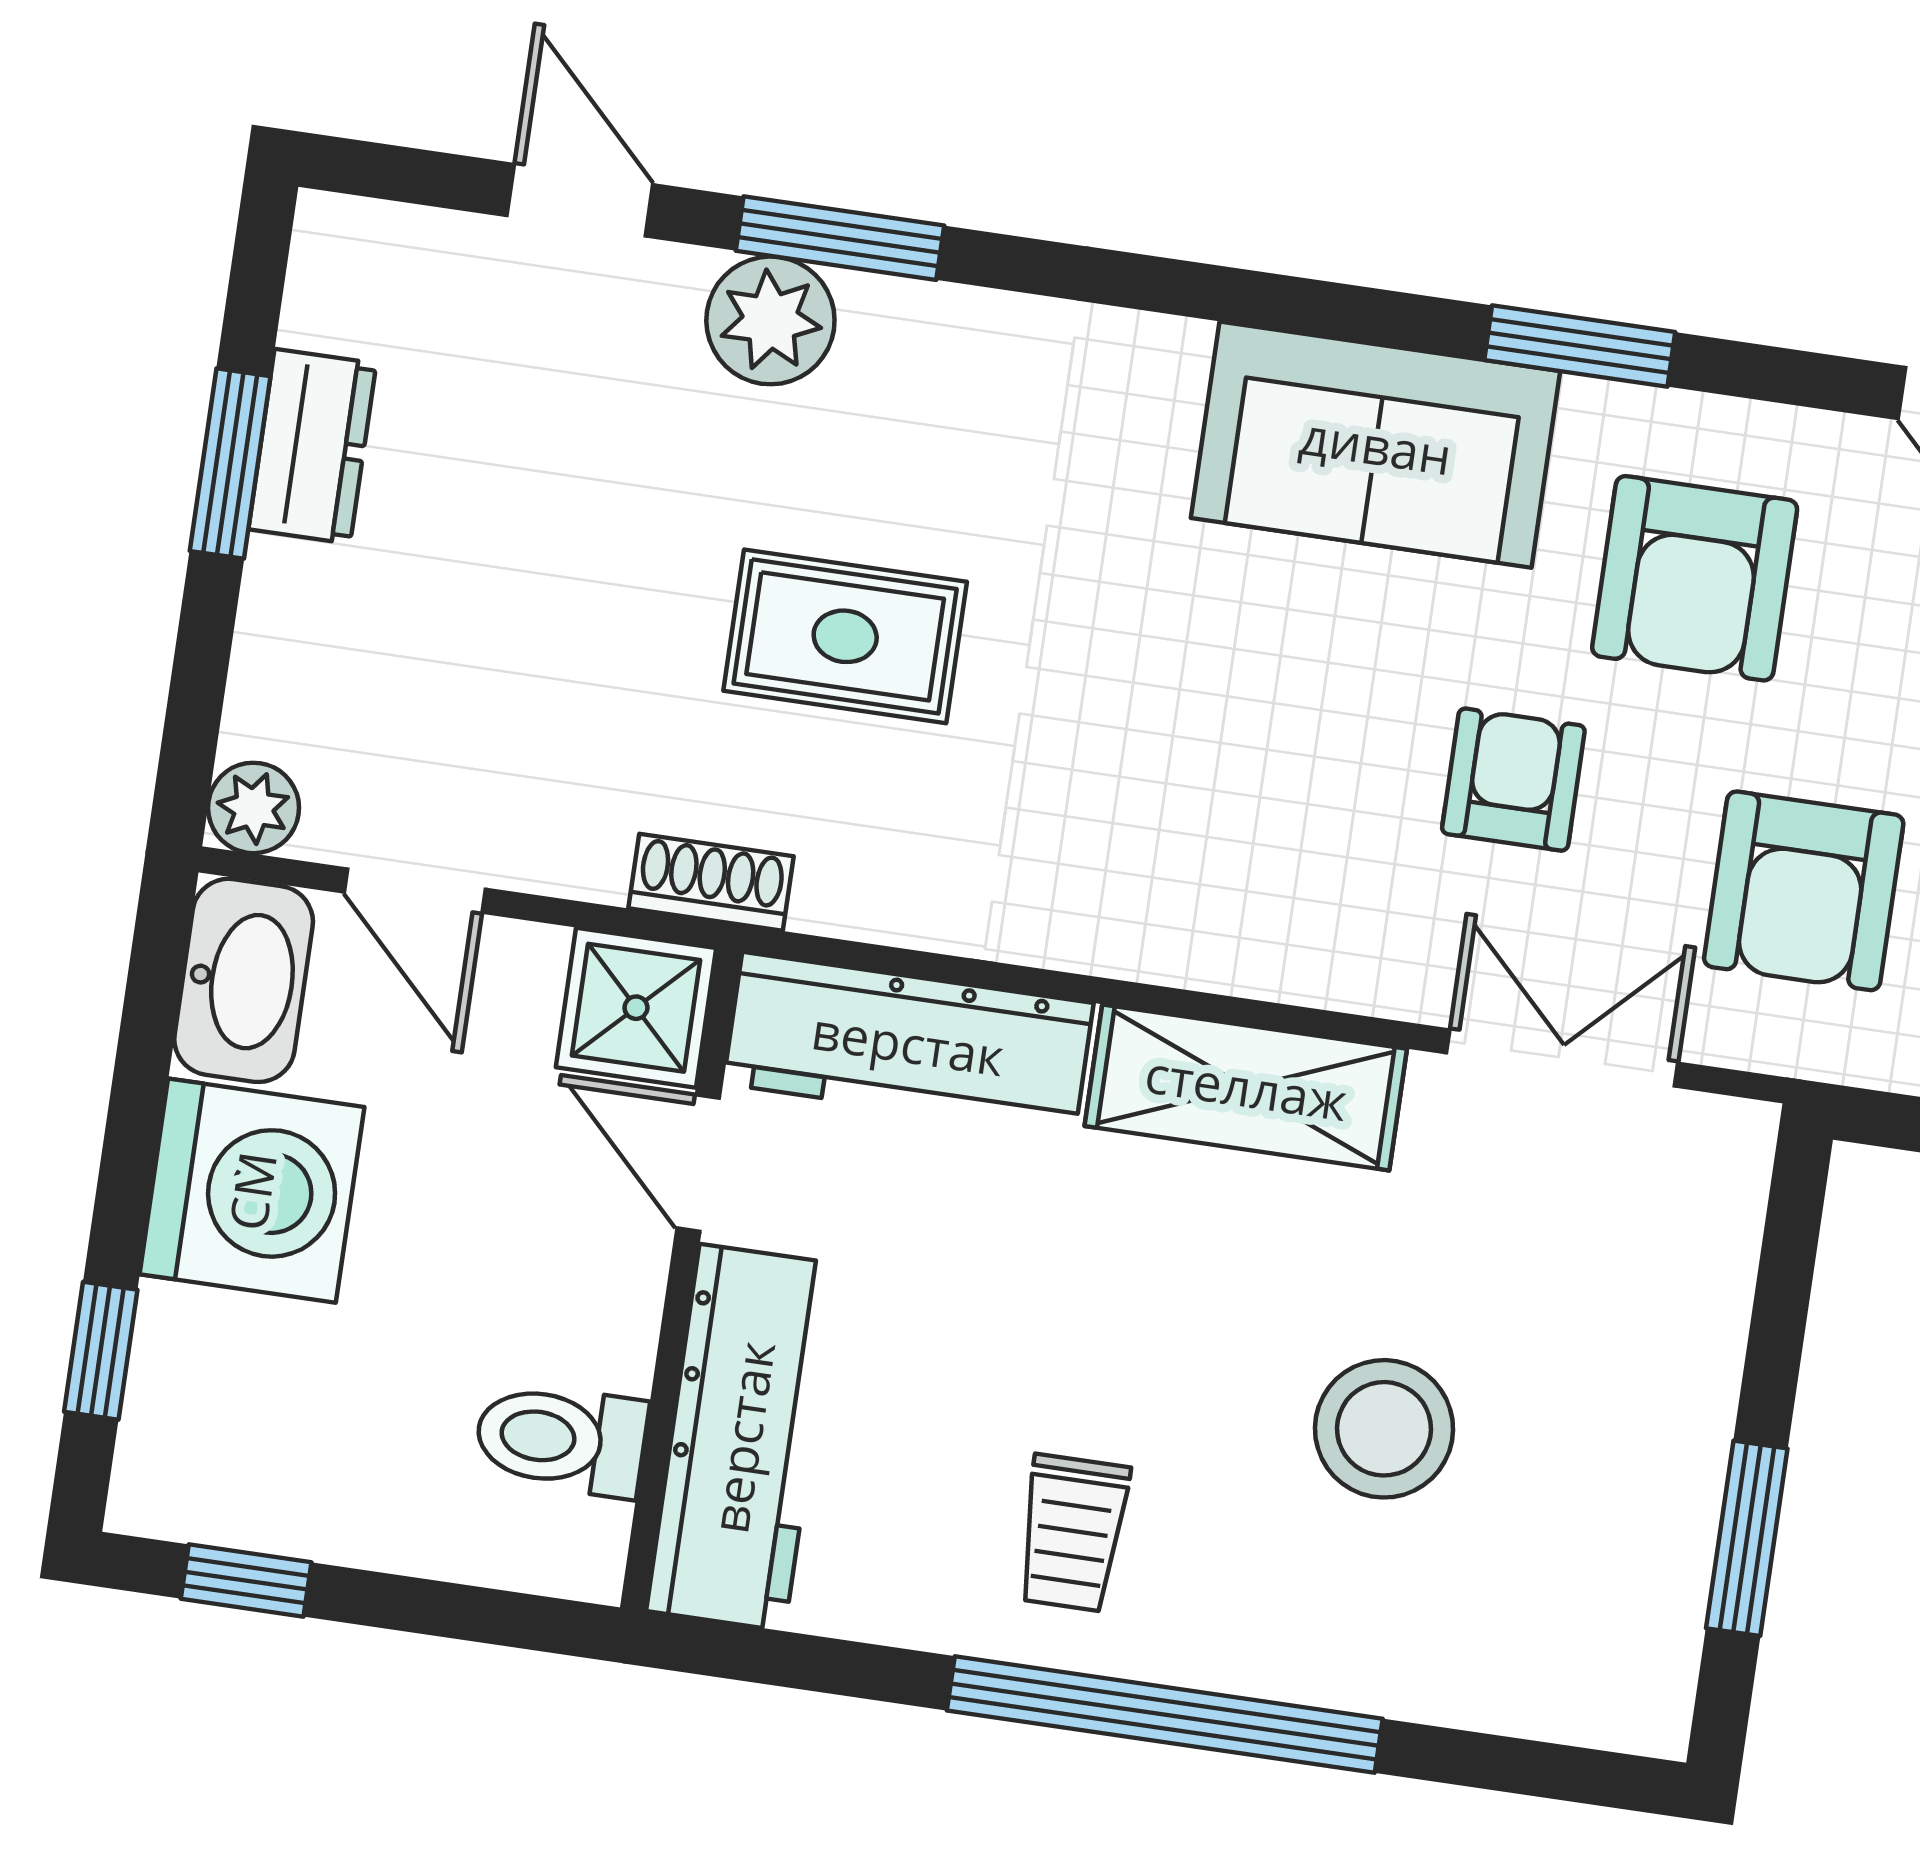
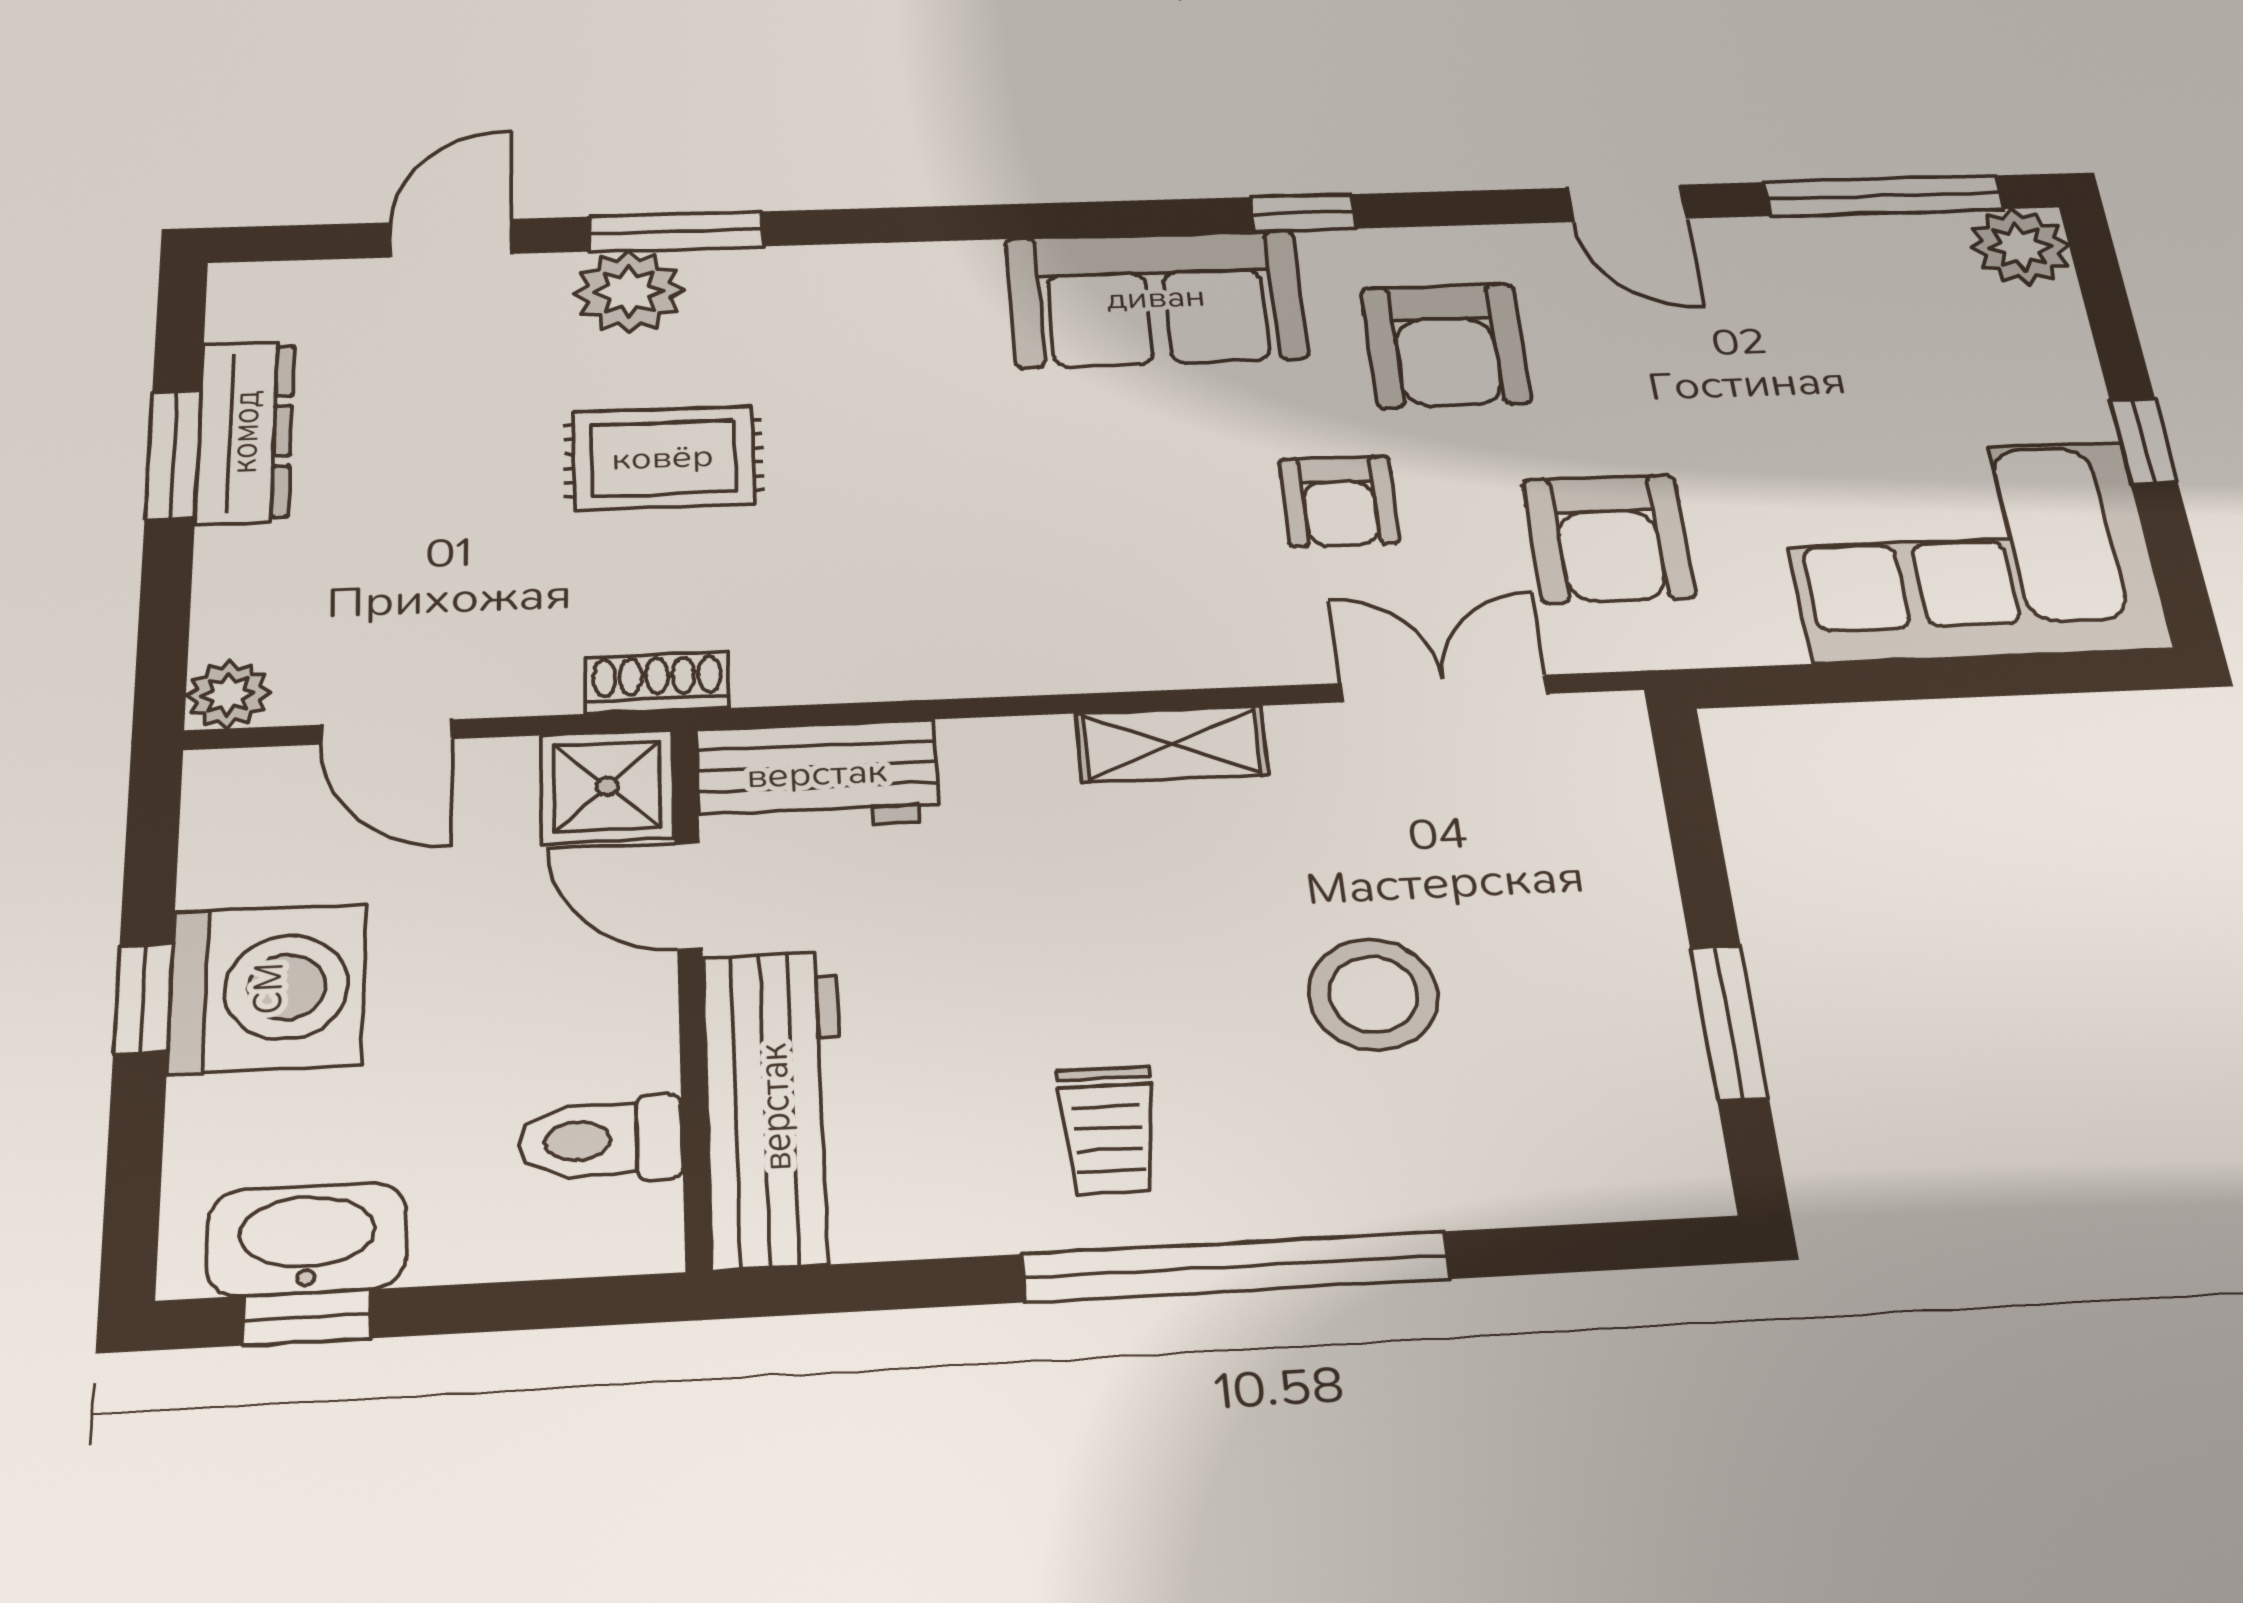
door: (580, 200) -> (451, 238), hinge flipped
window: (1580, 346) -> (1303, 213), width x0.67
dresser: (312, 446) -> (245, 432), width x1.44
rug: (845, 636) -> (663, 458), moved
armchair: (1513, 780) -> (1339, 501), turned 180
washbasin: (244, 980) -> (307, 1239), moved, turned -90
workbench: (908, 1043) -> (817, 774), width x0.73
shelving: (1246, 1087) -> (1172, 744), width x0.67, depth x0.75
window: (101, 1351) -> (143, 998), moved

